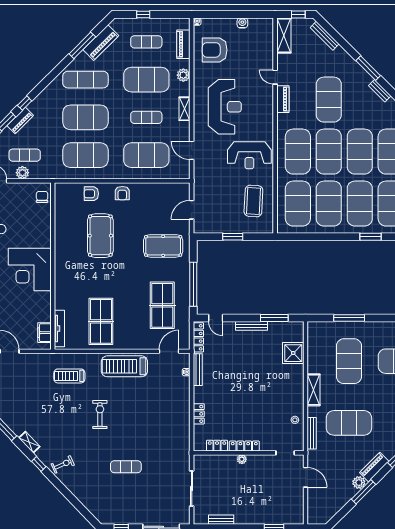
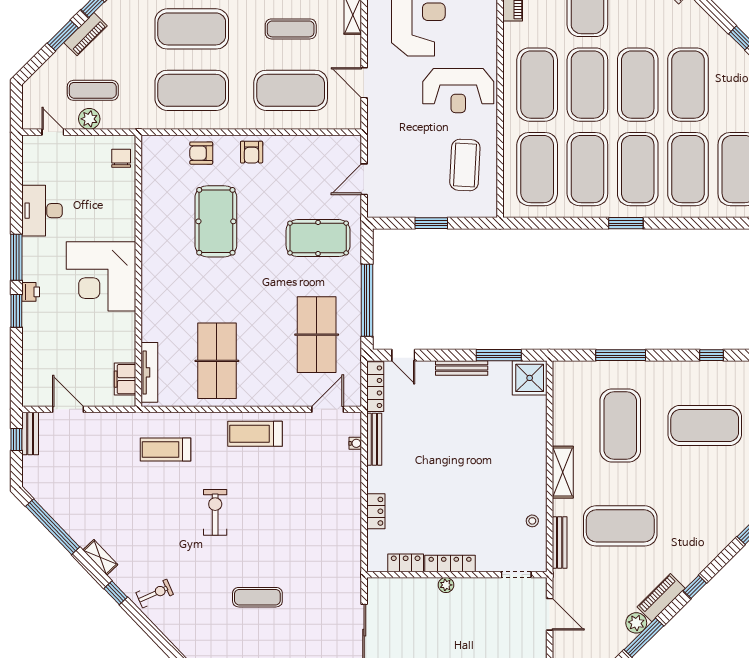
window: (370, 237) -> (626, 223), moved
shower: (293, 353) -> (530, 378), moved
treadmill: (124, 366) -> (255, 434), width x0.73, depth x0.73

